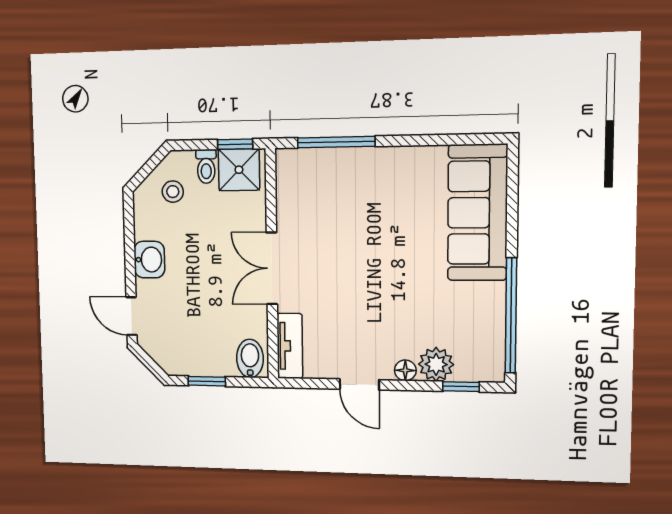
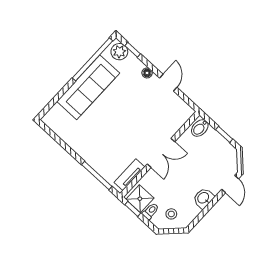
sofa: (478, 213) -> (88, 87), moved
tv unit: (290, 346) -> (129, 175), moved
plant: (436, 364) -> (119, 52), moved

